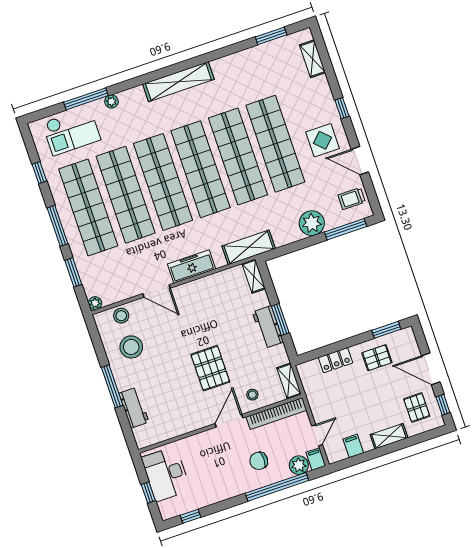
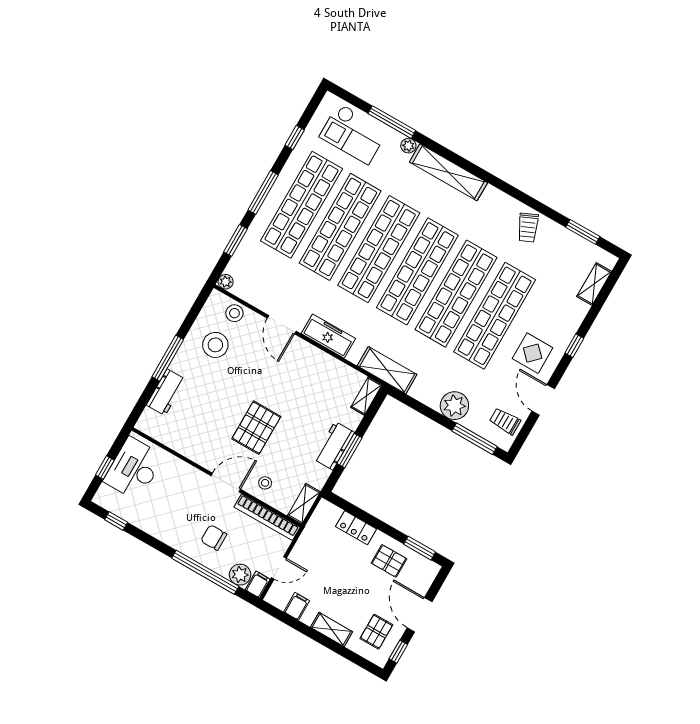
trolley: (236, 70) -> (528, 228), added
shelving: (178, 82) -> (448, 172), moved

